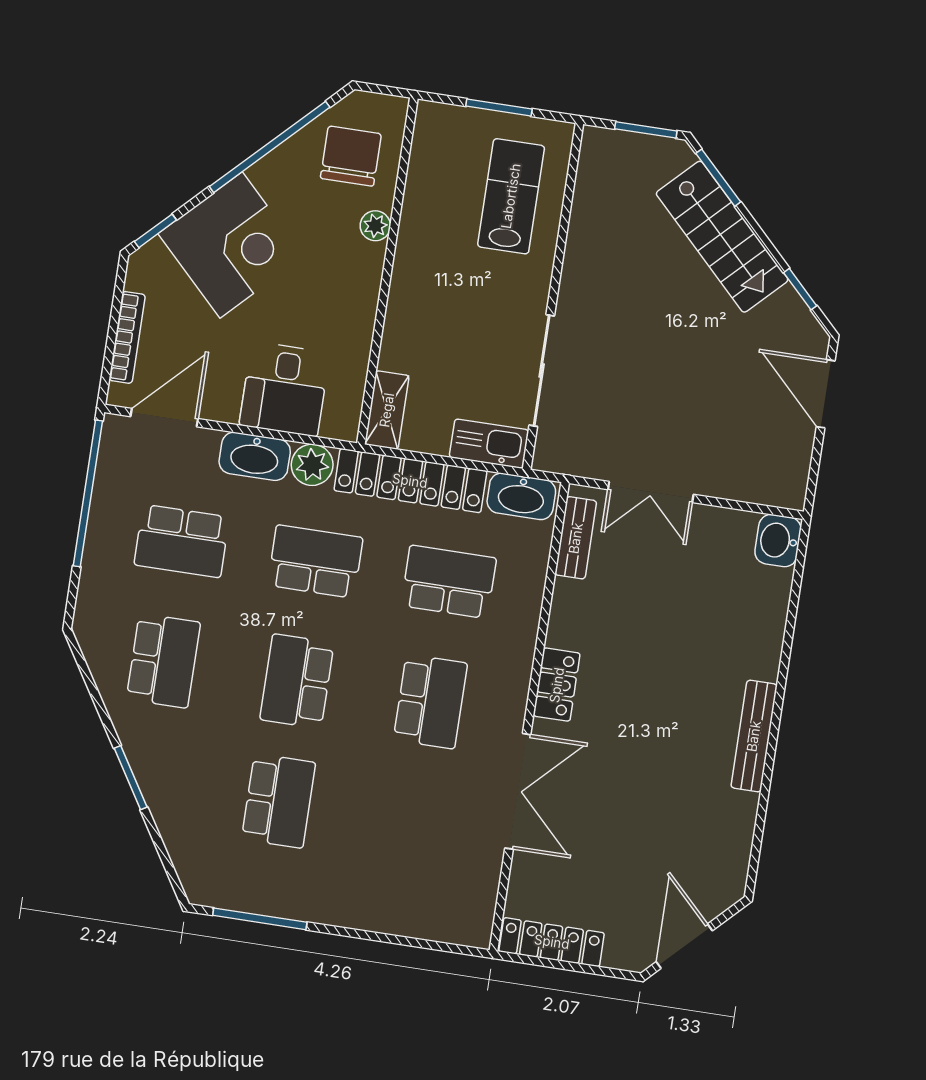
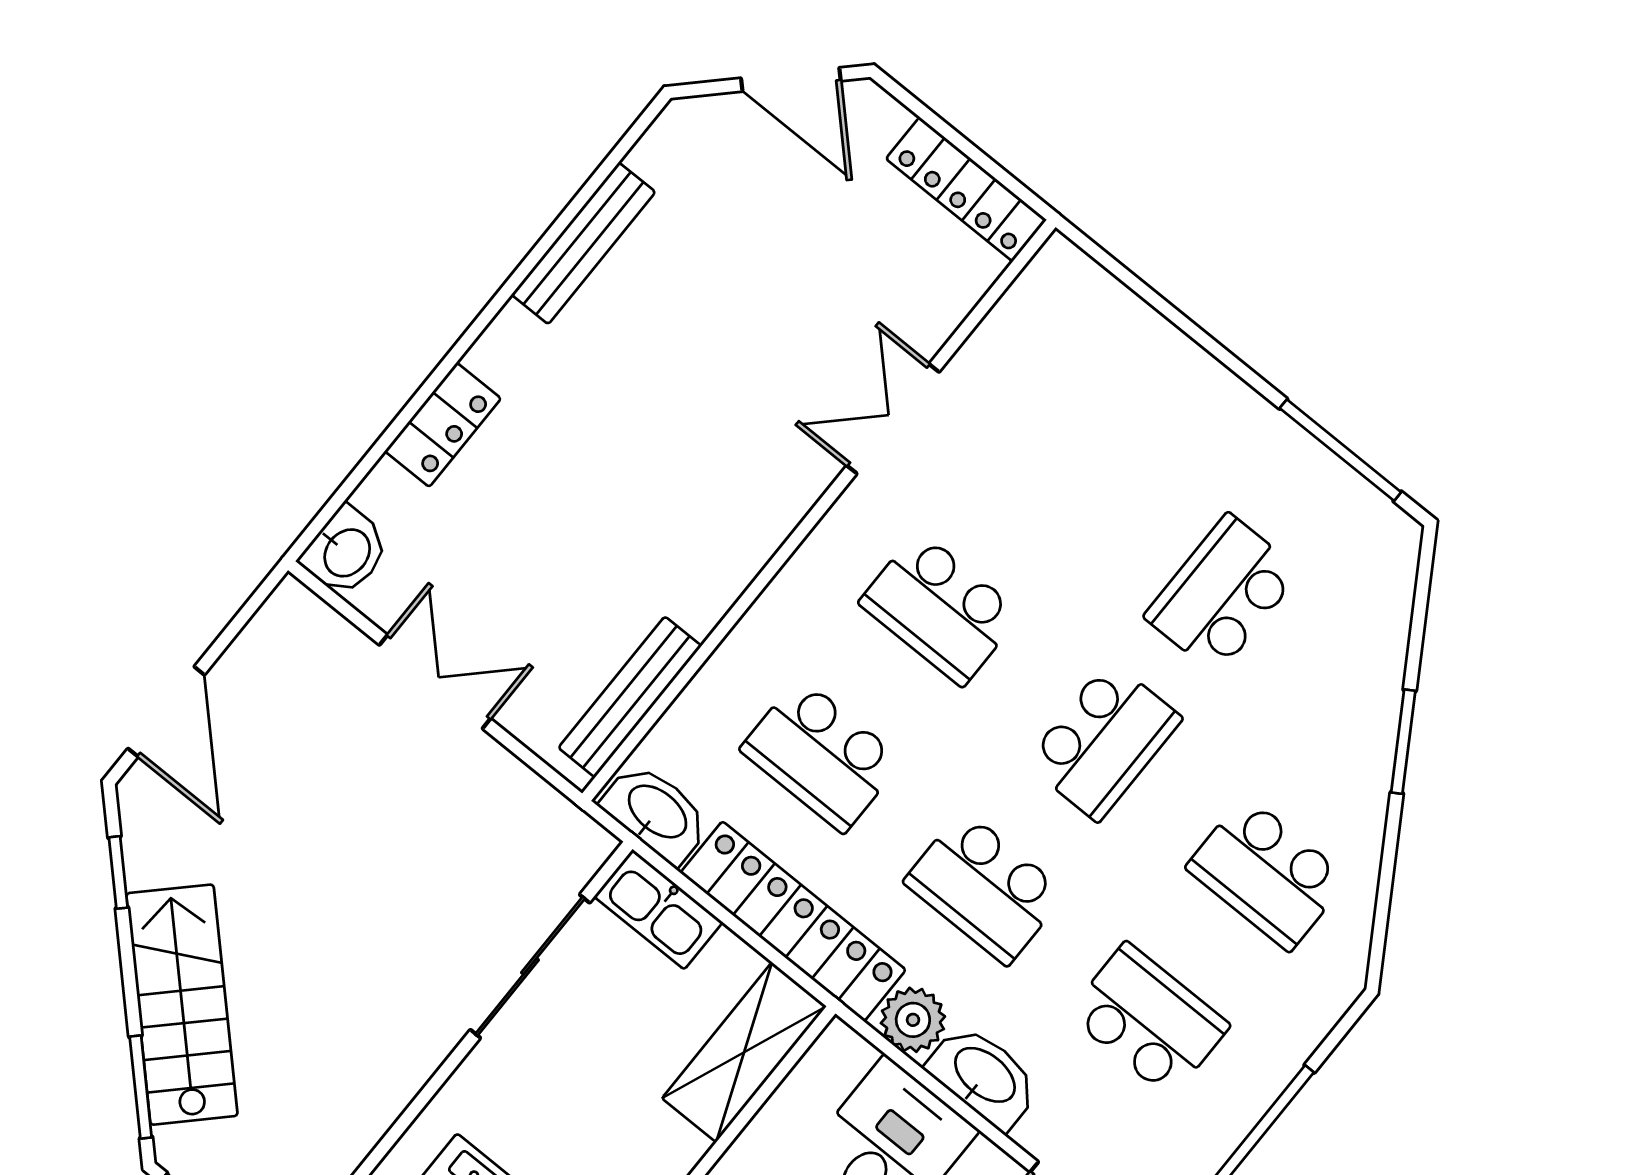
shelving: (387, 410) -> (744, 1052), width x1.50, depth x1.33
double door: (651, 492) -> (435, 682), moved
bench: (576, 538) -> (630, 697), width x1.36
school desk: (163, 661) -> (1267, 873), turned -90
locker: (557, 685) -> (443, 425), moved, turned 180
school desk: (430, 702) -> (940, 608), turned -90
bench: (754, 736) -> (583, 243), moved
double door: (518, 791) -> (893, 419), width x0.73
door: (684, 946) -> (791, 79), hinge flipped

